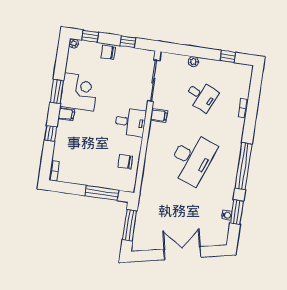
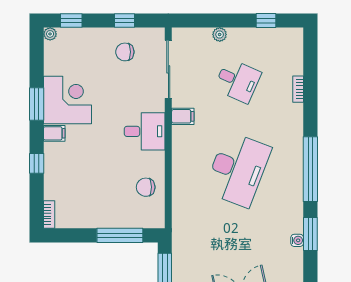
chair: (108, 52) -> (125, 52), moved

